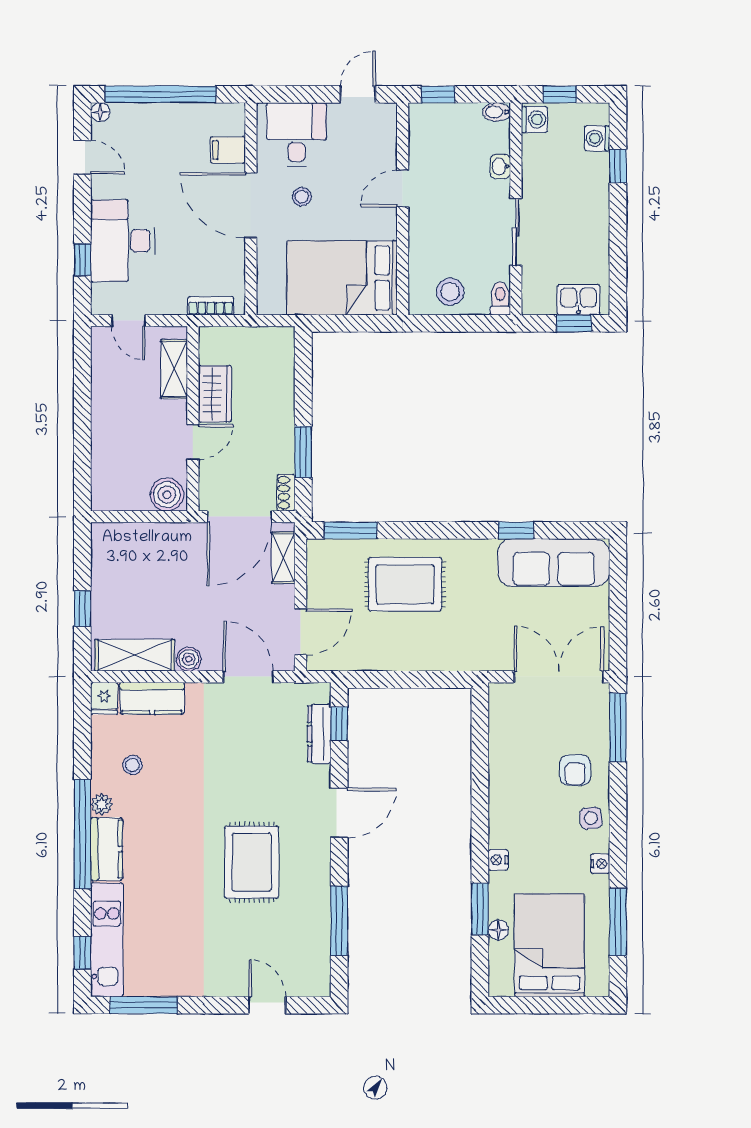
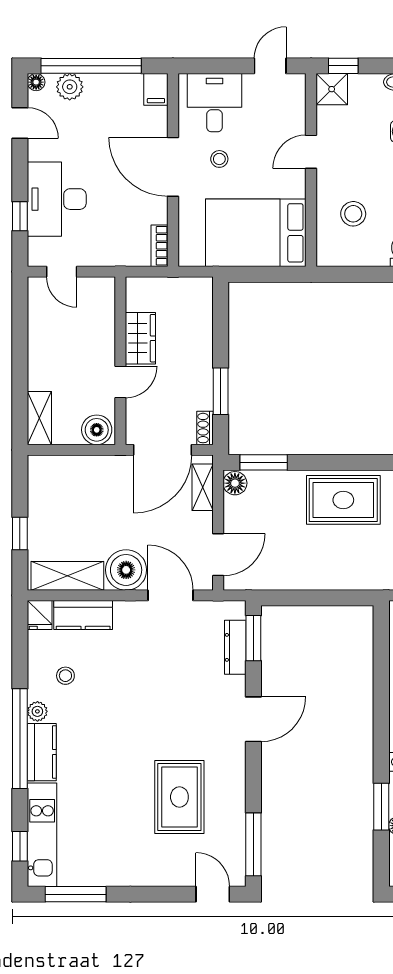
plant: (137, 117) -> (70, 87), added
shower: (425, 120) -> (332, 89), added
filing cabinet: (228, 150) -> (156, 89), moved, turned -90
stool: (450, 292) -> (353, 214), moved
bookcase: (211, 306) -> (160, 246), moved, turned -90
shelving: (174, 369) -> (39, 418), moved
floor lamp: (319, 553) -> (235, 483), added
rug: (405, 584) -> (343, 500), moved
boiler: (189, 659) -> (126, 570), width x1.86, depth x1.86
window: (339, 724) -> (253, 638), width x1.50
rug: (252, 862) -> (179, 797), moved
window: (339, 921) -> (253, 844), moved
door: (267, 1005) -> (213, 894), moved

